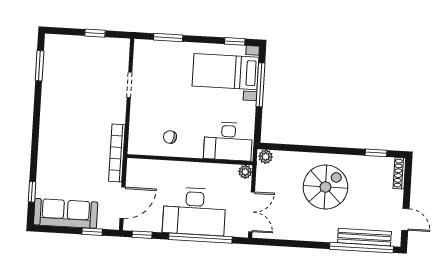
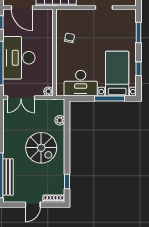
window: (235, 41) -> (138, 69), moved
desk: (228, 141) -> (81, 83), moved, turned -90
plant: (266, 157) -> (60, 120), moved
door: (405, 219) -> (33, 205), moved

